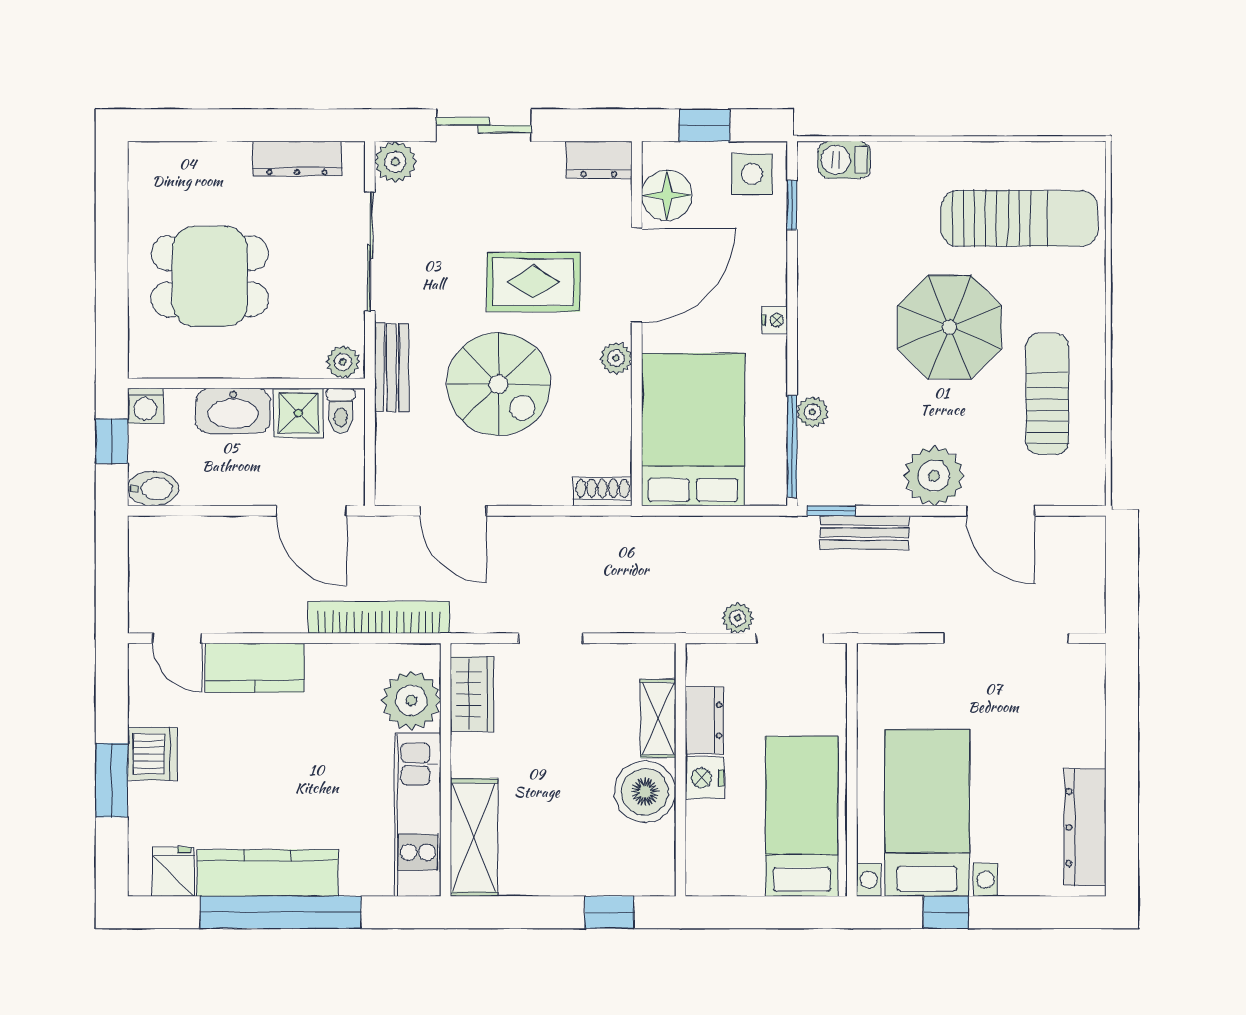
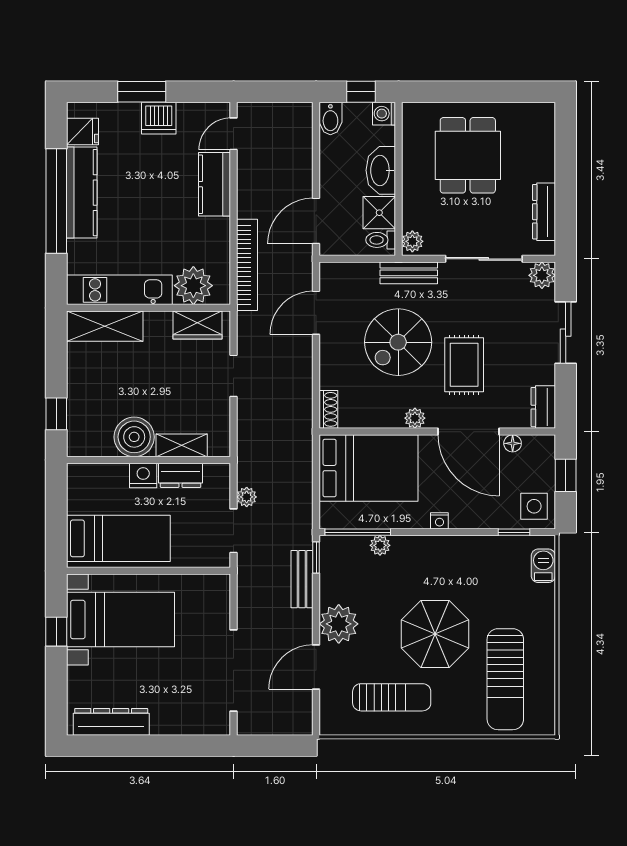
floor lamp: (667, 195) -> (513, 443), width x0.53, depth x0.53

